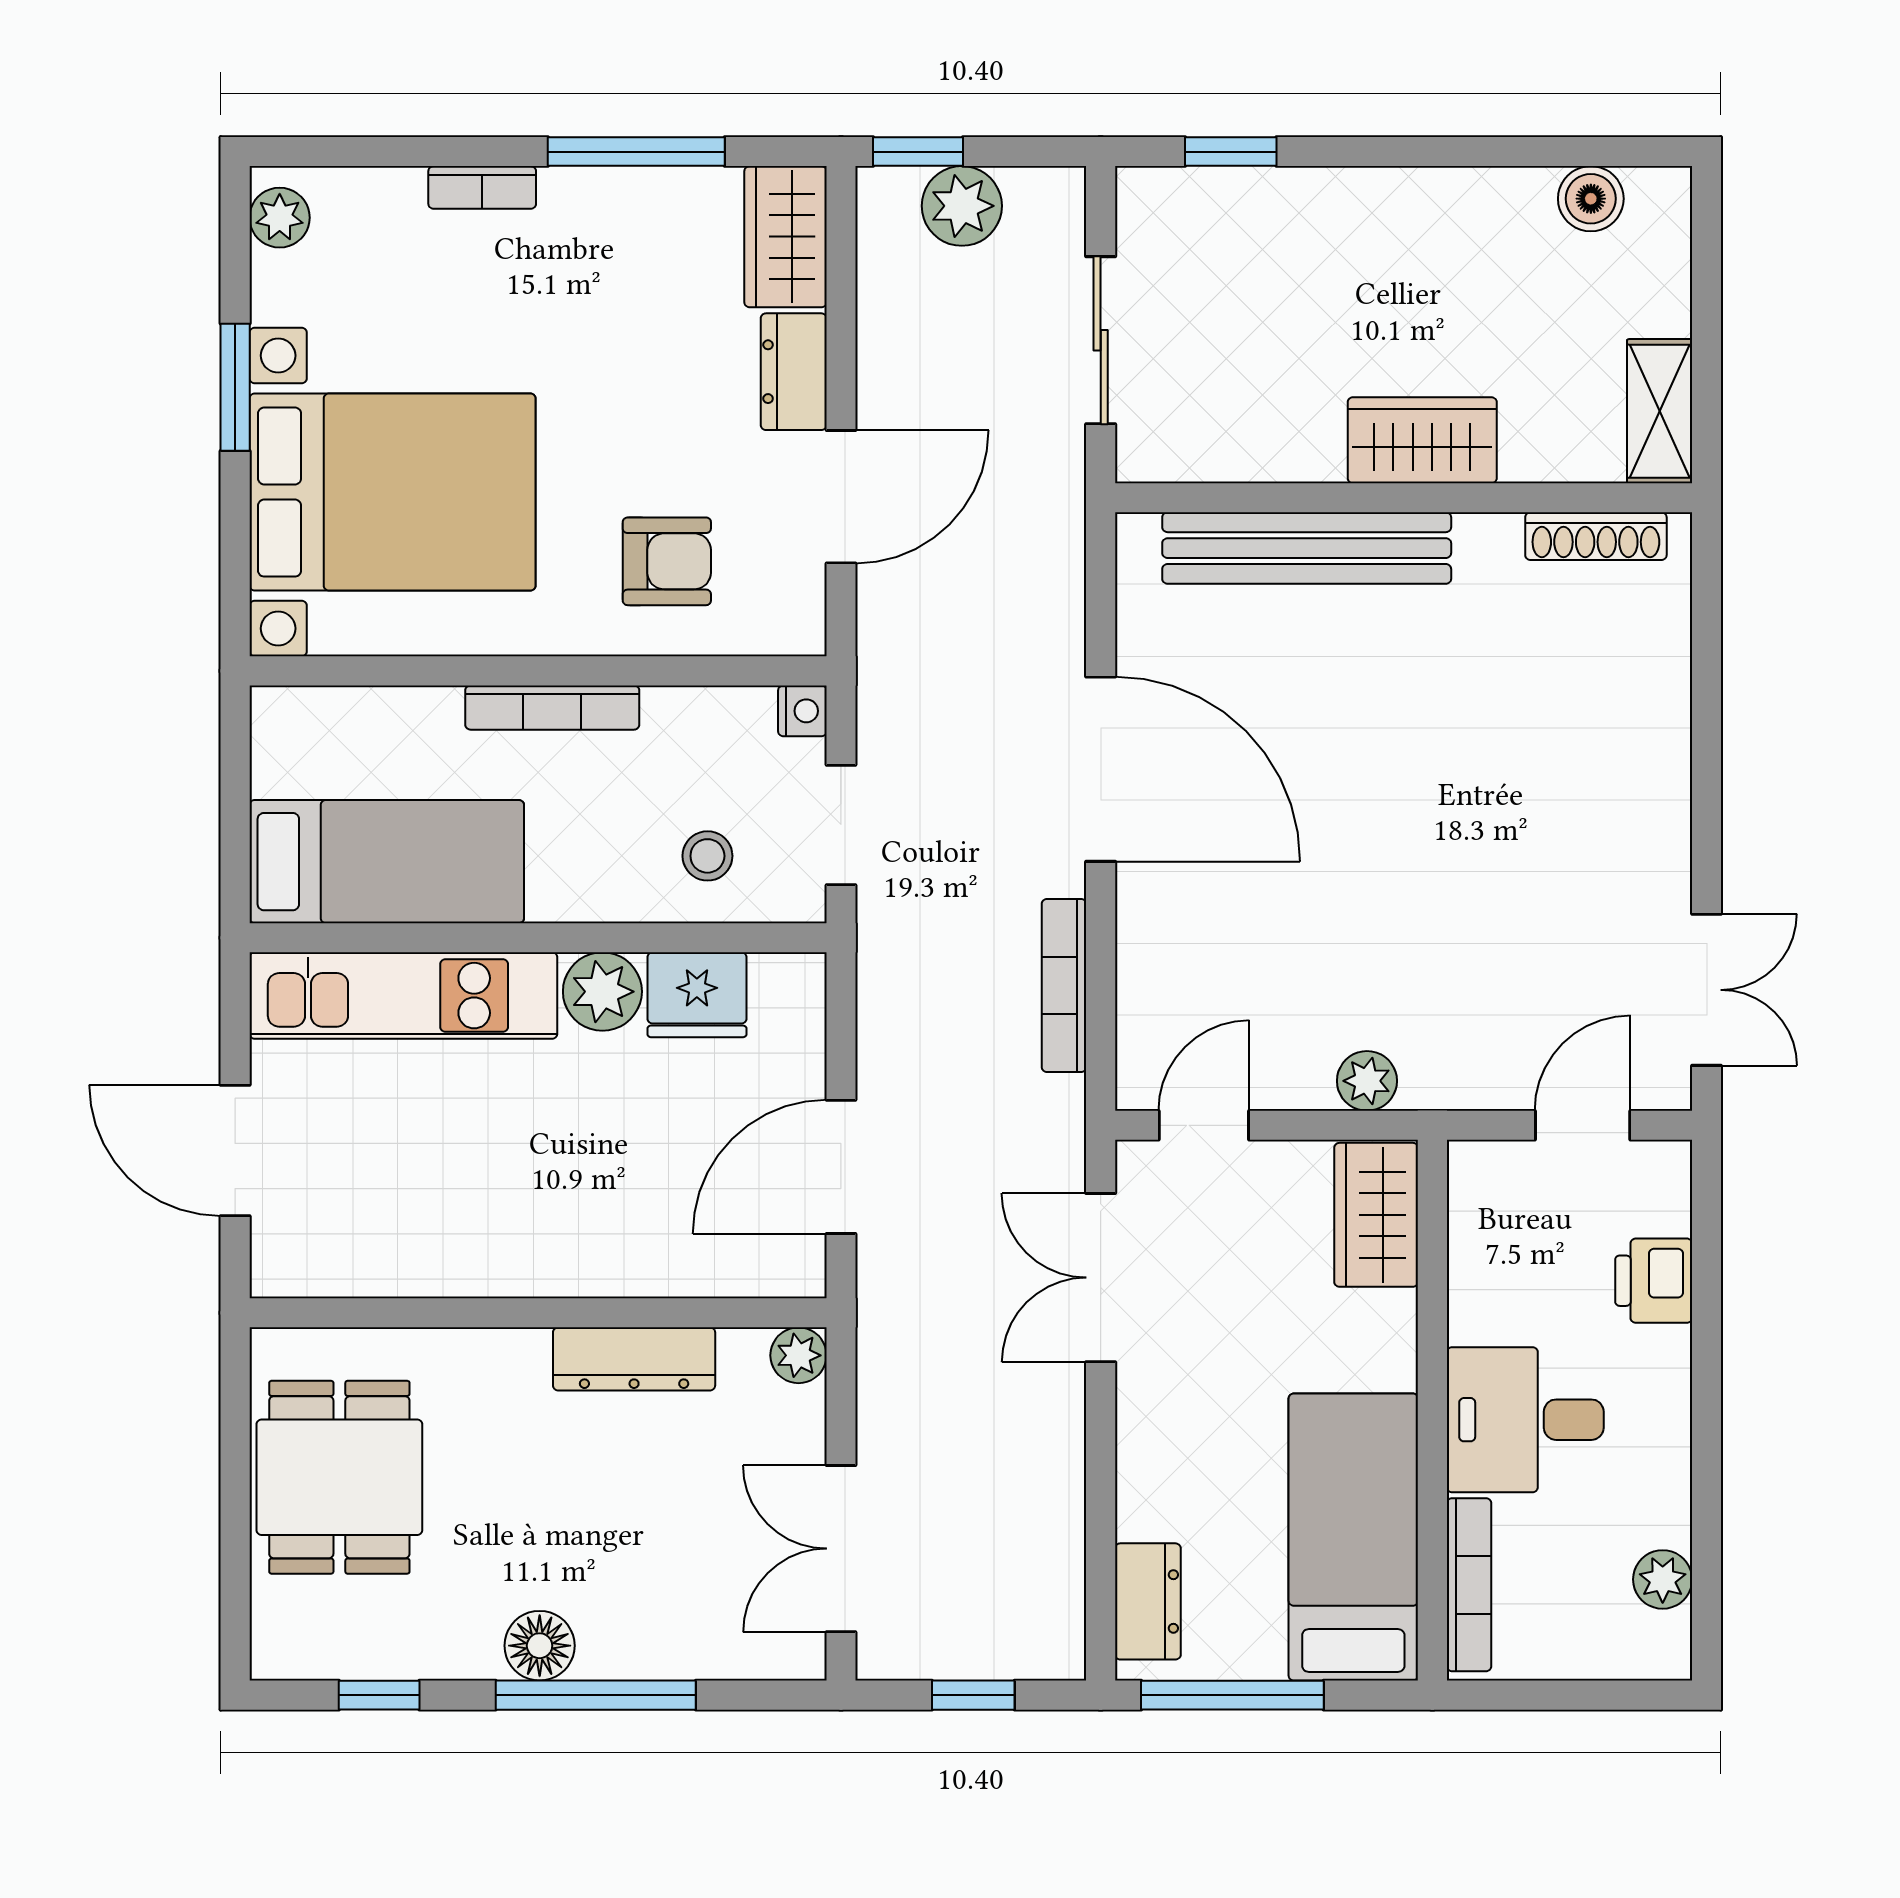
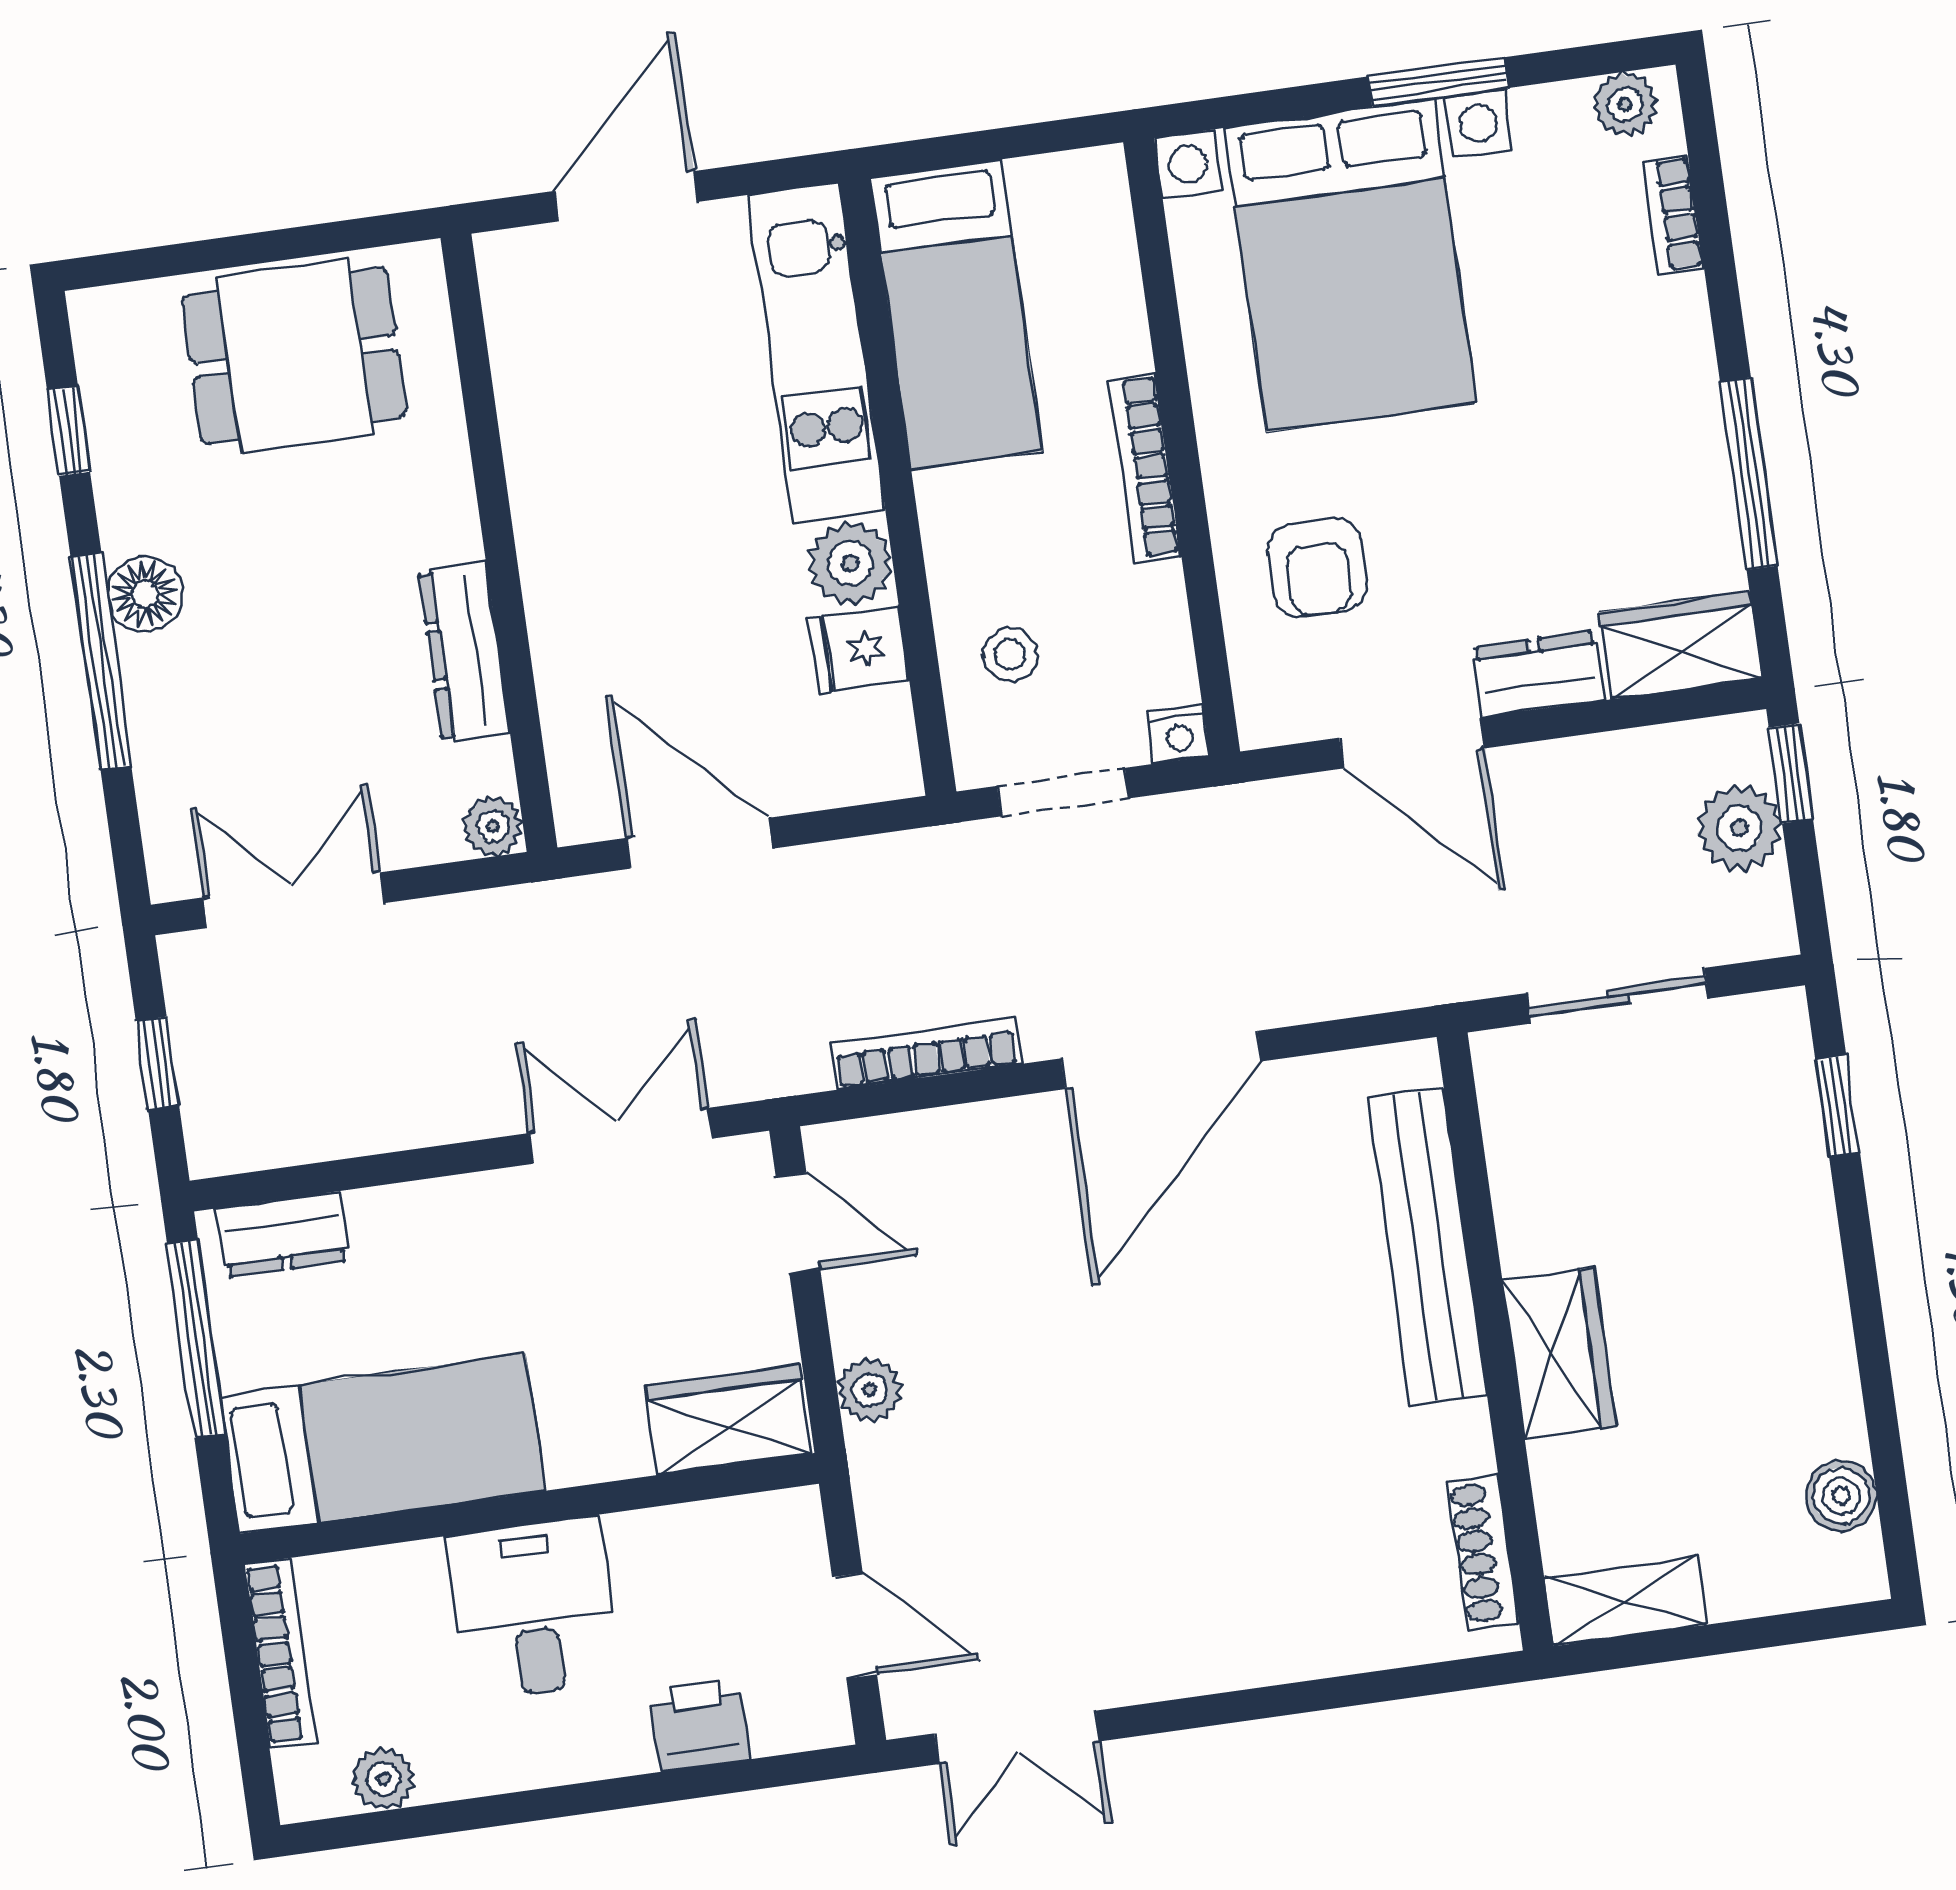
bookcase: (482, 187) -> (1673, 214), moved
fridge: (697, 995) -> (859, 650), width x0.72
bookcase: (1469, 1585) -> (280, 1653), moved, turned -90

